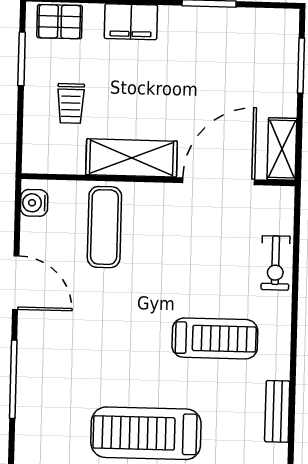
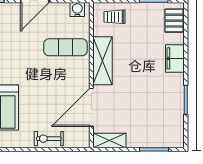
trolley: (71, 103) -> (115, 17), moved
door: (219, 181) -> (91, 107), swing flipped

